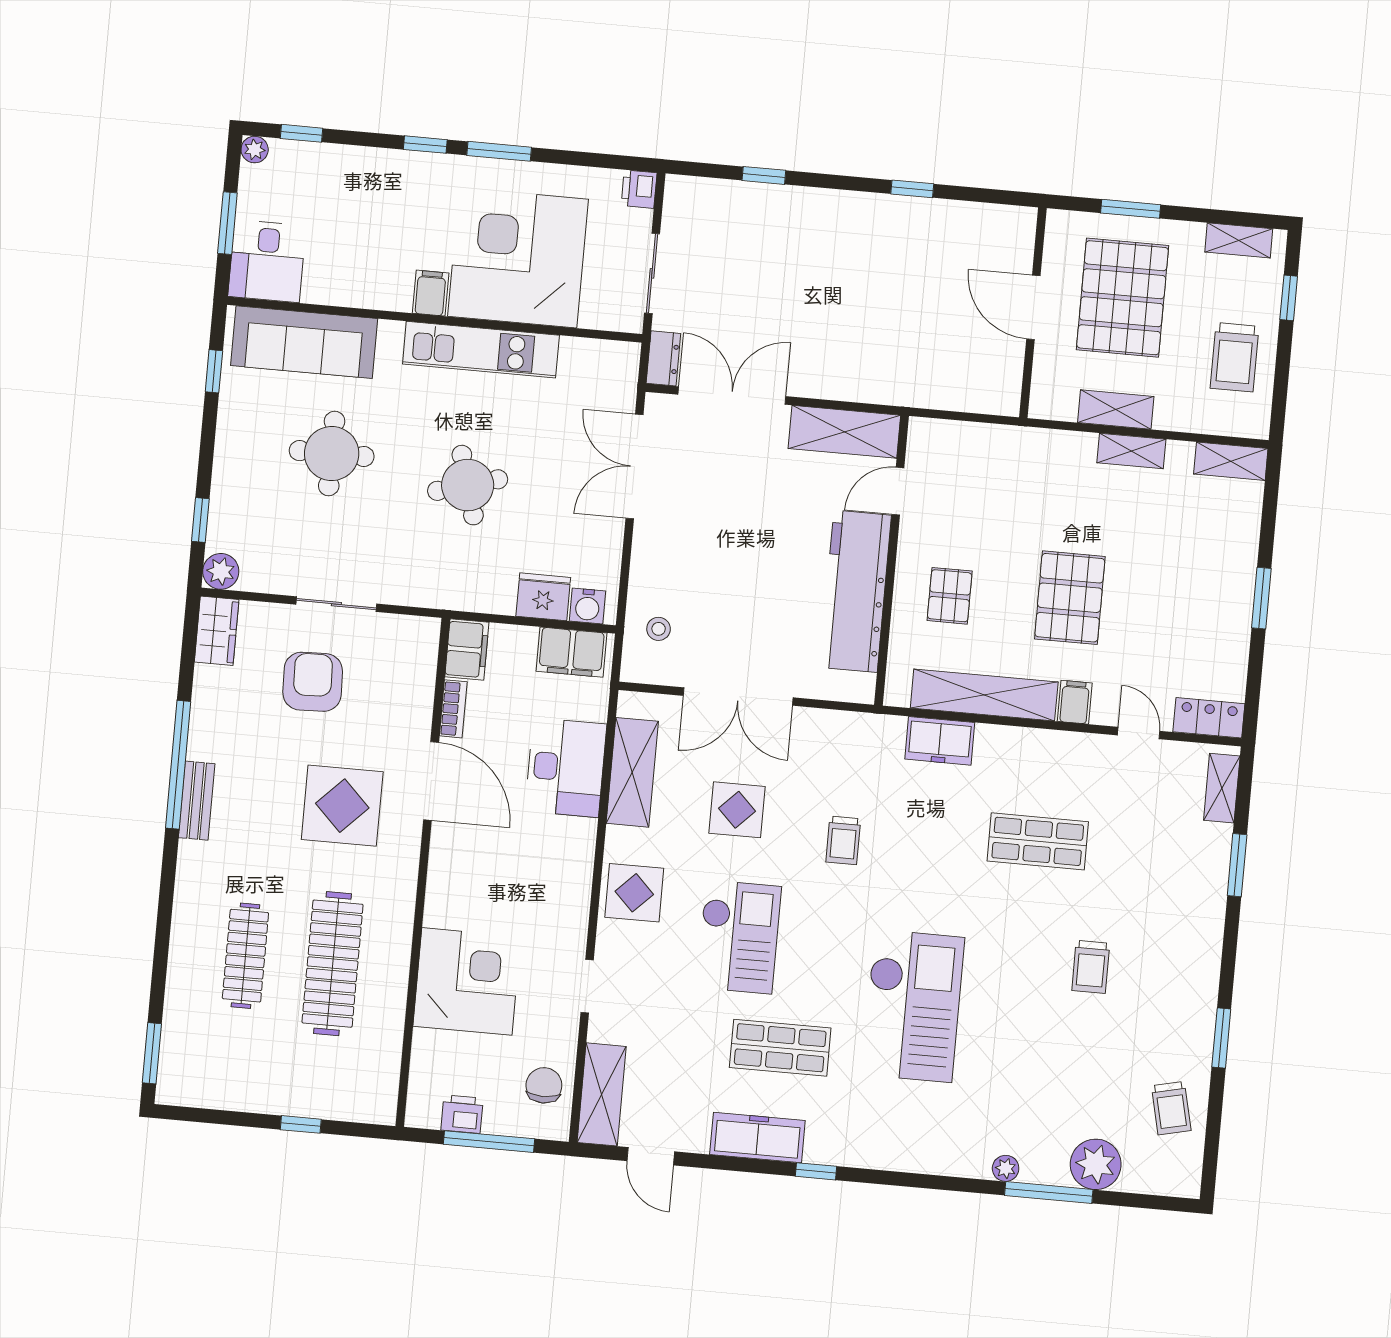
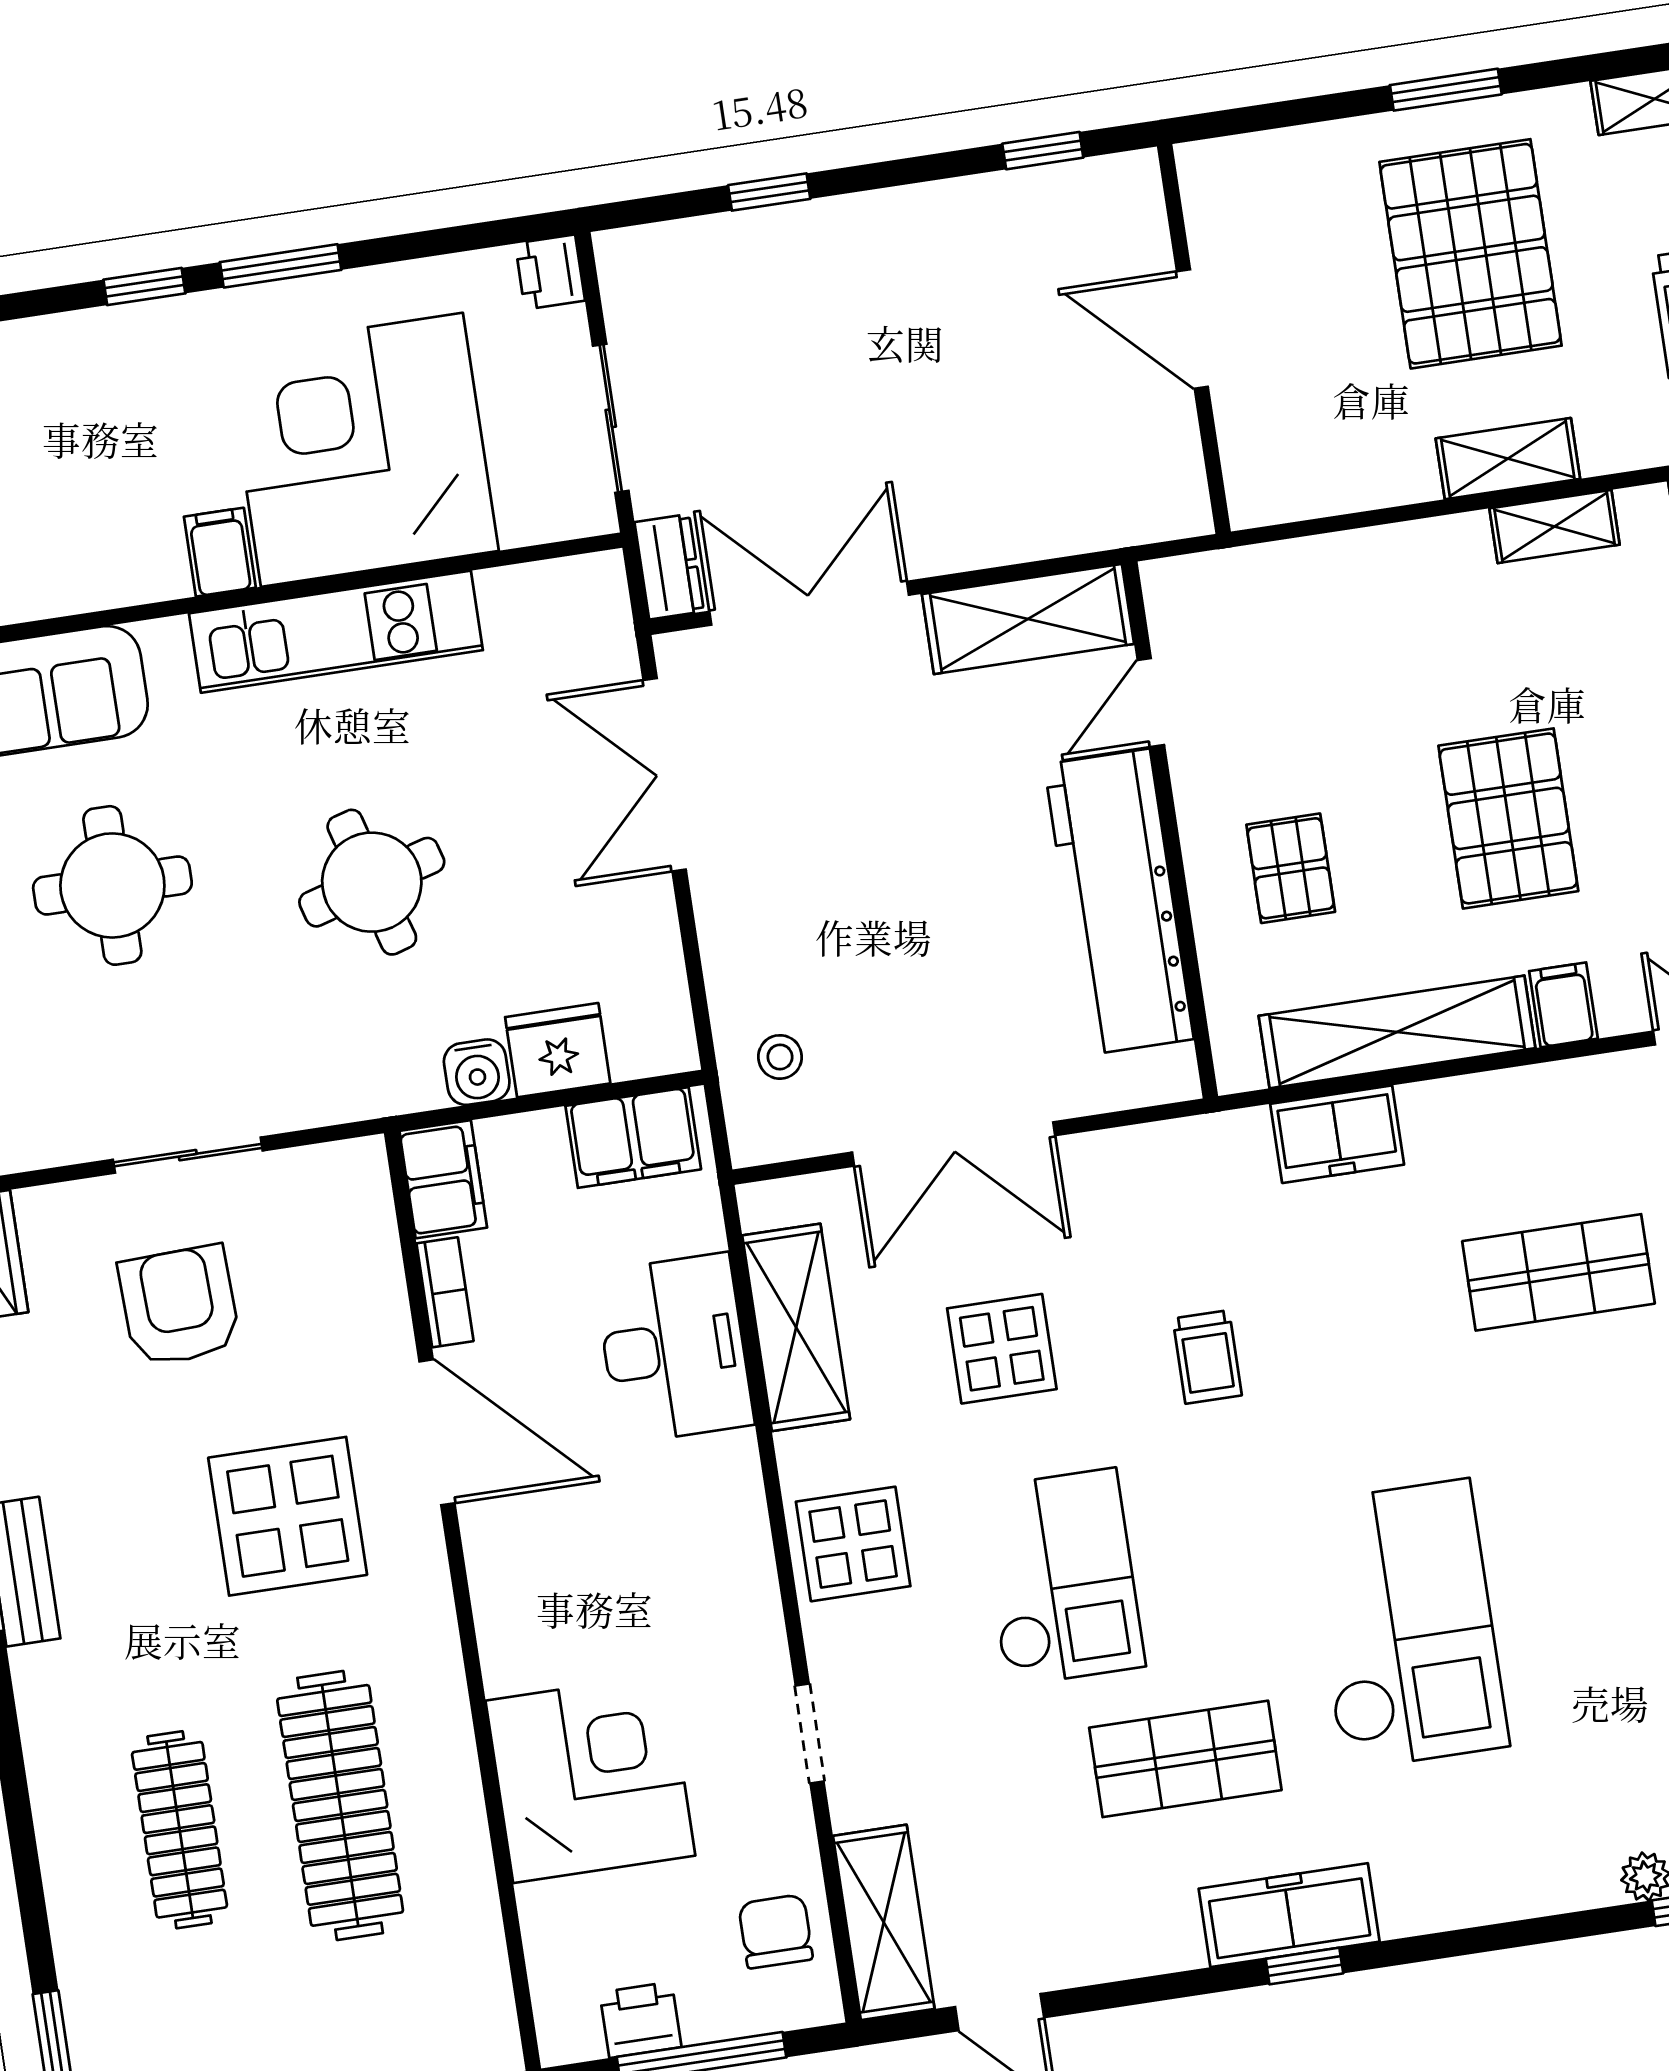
door: (1033, 307) -> (1192, 329), moved
wall: (1033, 313) -> (1194, 339), moved
water cooler: (587, 606) -> (477, 1072), moved
freezer: (757, 1138) -> (1289, 1915), moved

